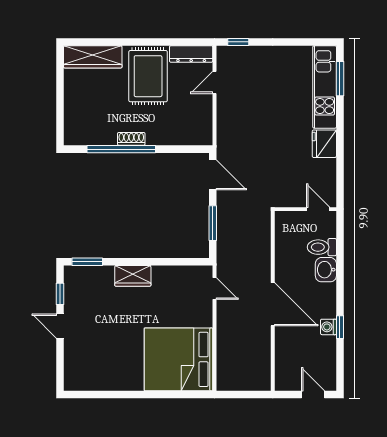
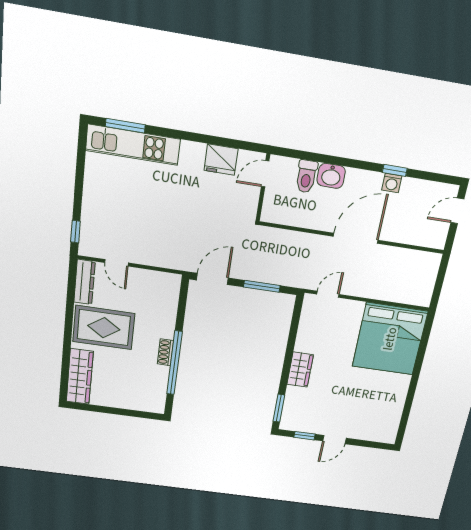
fridge: (324, 144) -> (221, 160), moved

